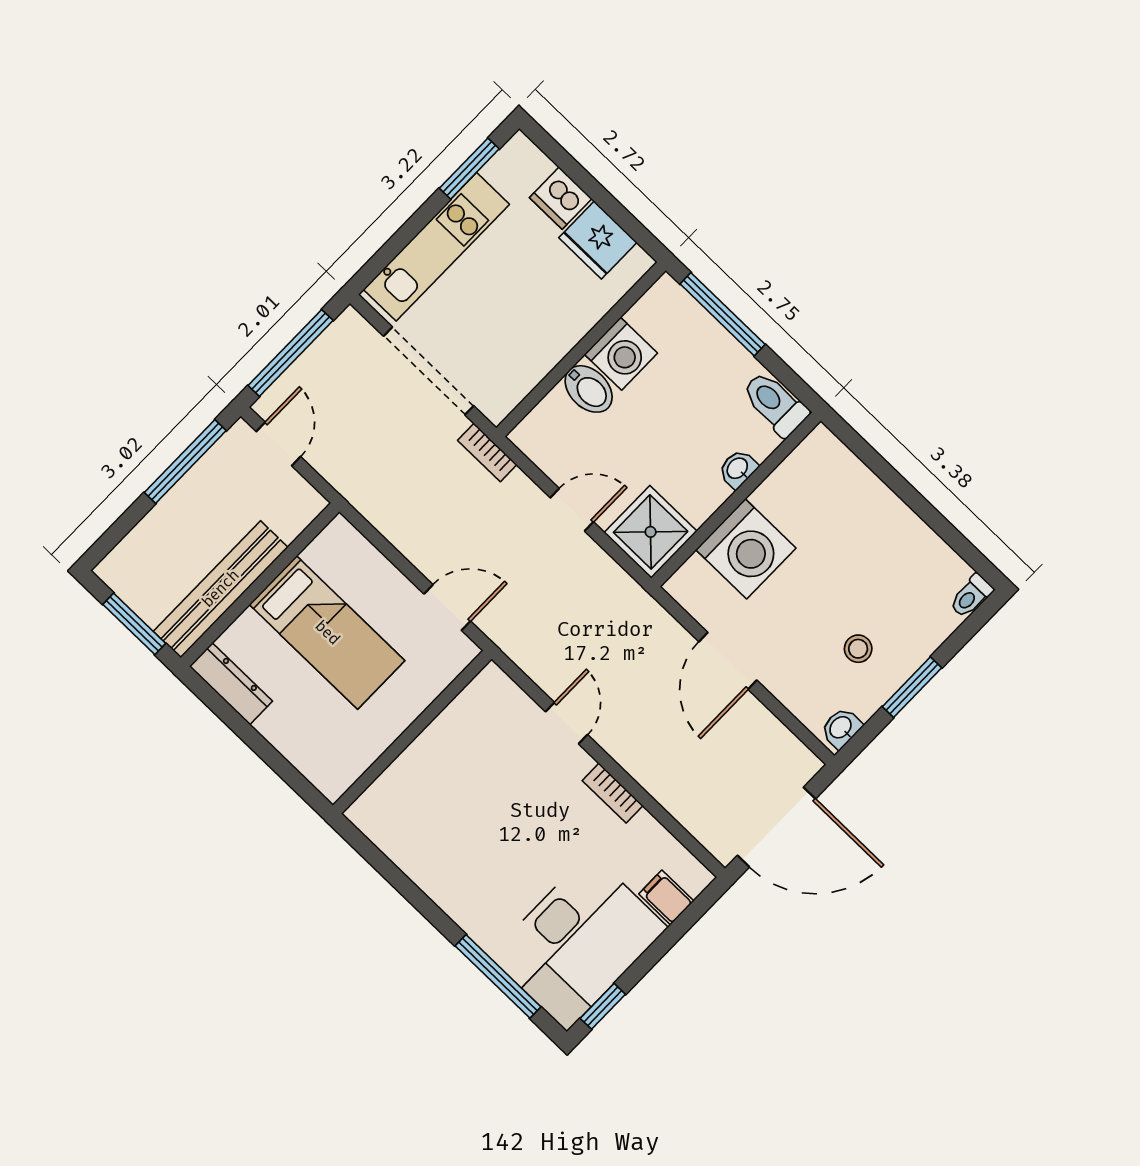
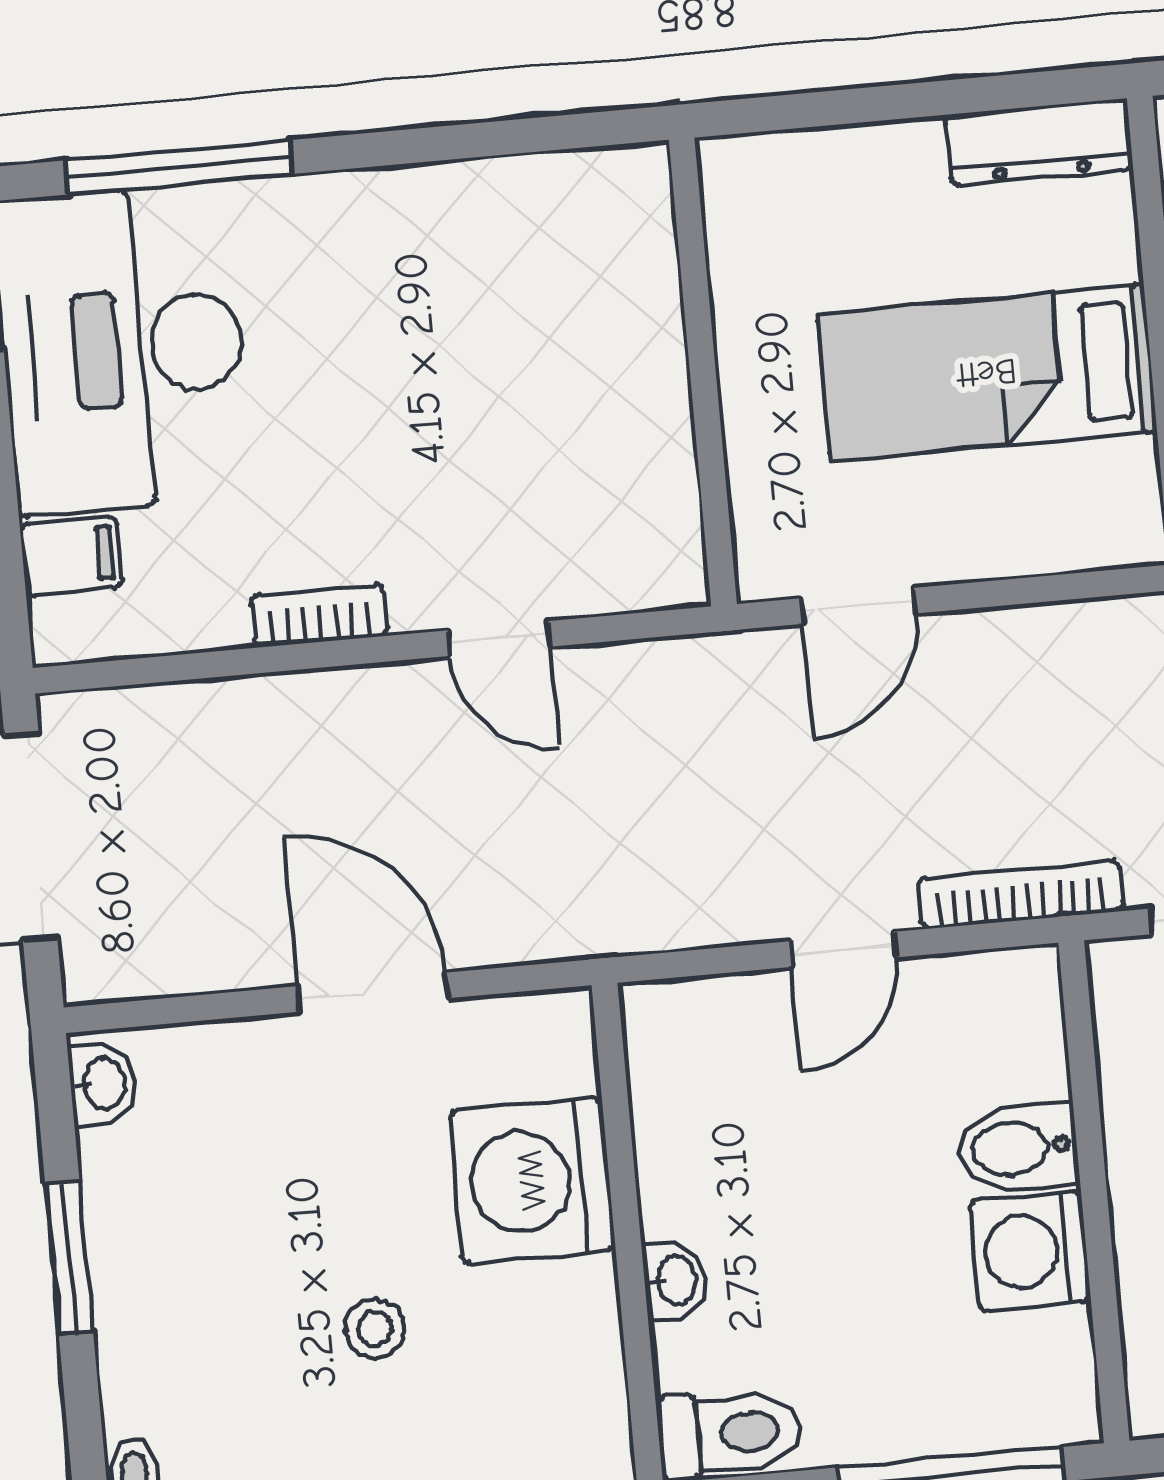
bookcase: (487, 453) -> (1020, 894), width x1.56
shower: (651, 532) -> (695, 1048), removed
stool: (858, 649) -> (375, 1329), moved

